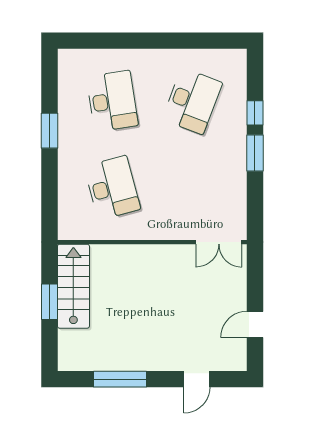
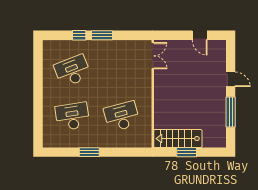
desk: (192, 101) -> (72, 71), turned -42
door: (197, 379) -> (231, 79), moved

